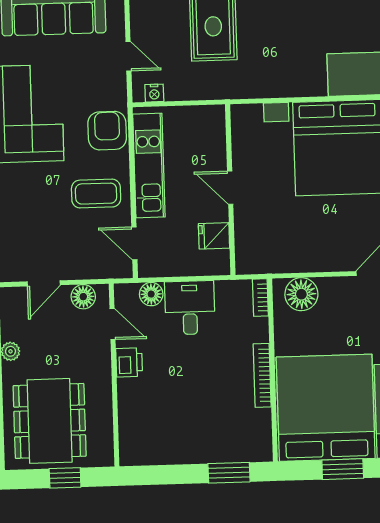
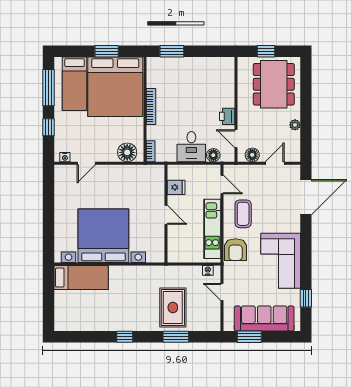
coffee table: (96, 194) -> (243, 214), turned 90

